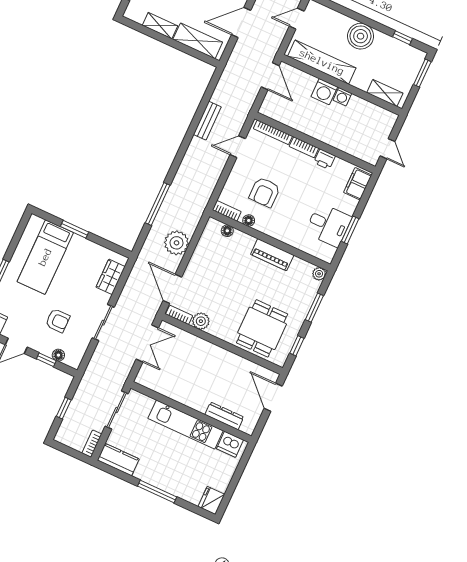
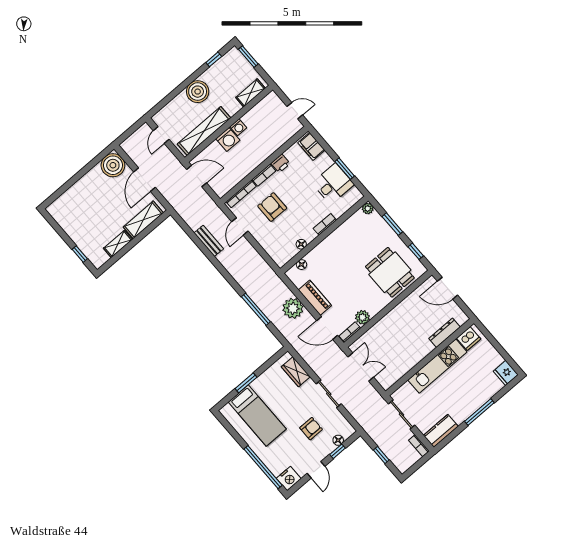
armchair: (265, 192) -> (272, 207), moved, turned 180
bookcase: (227, 211) -> (325, 224), moved
piano: (272, 255) -> (315, 298), moved, turned -90

